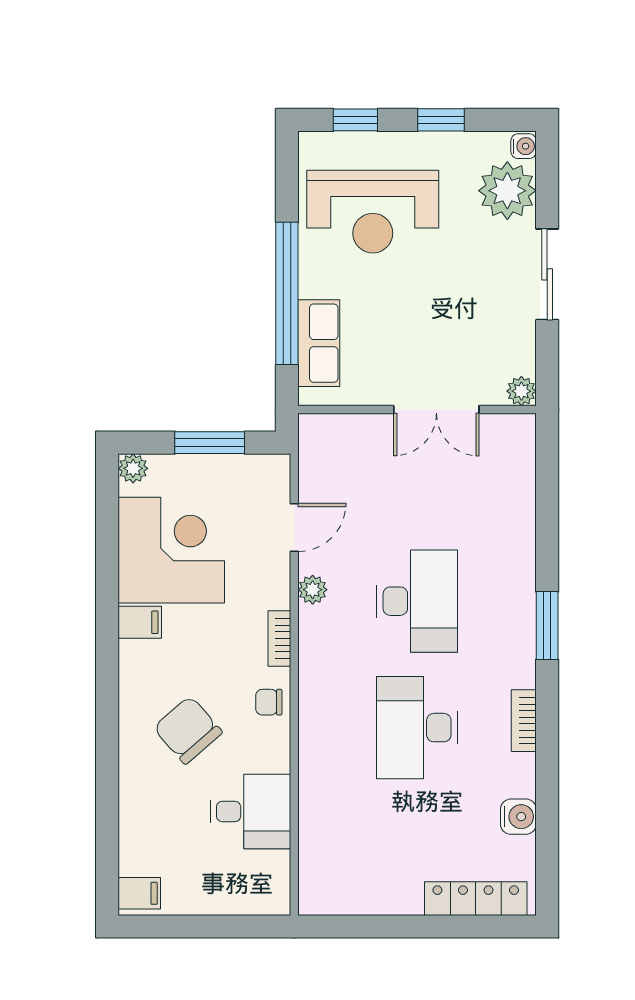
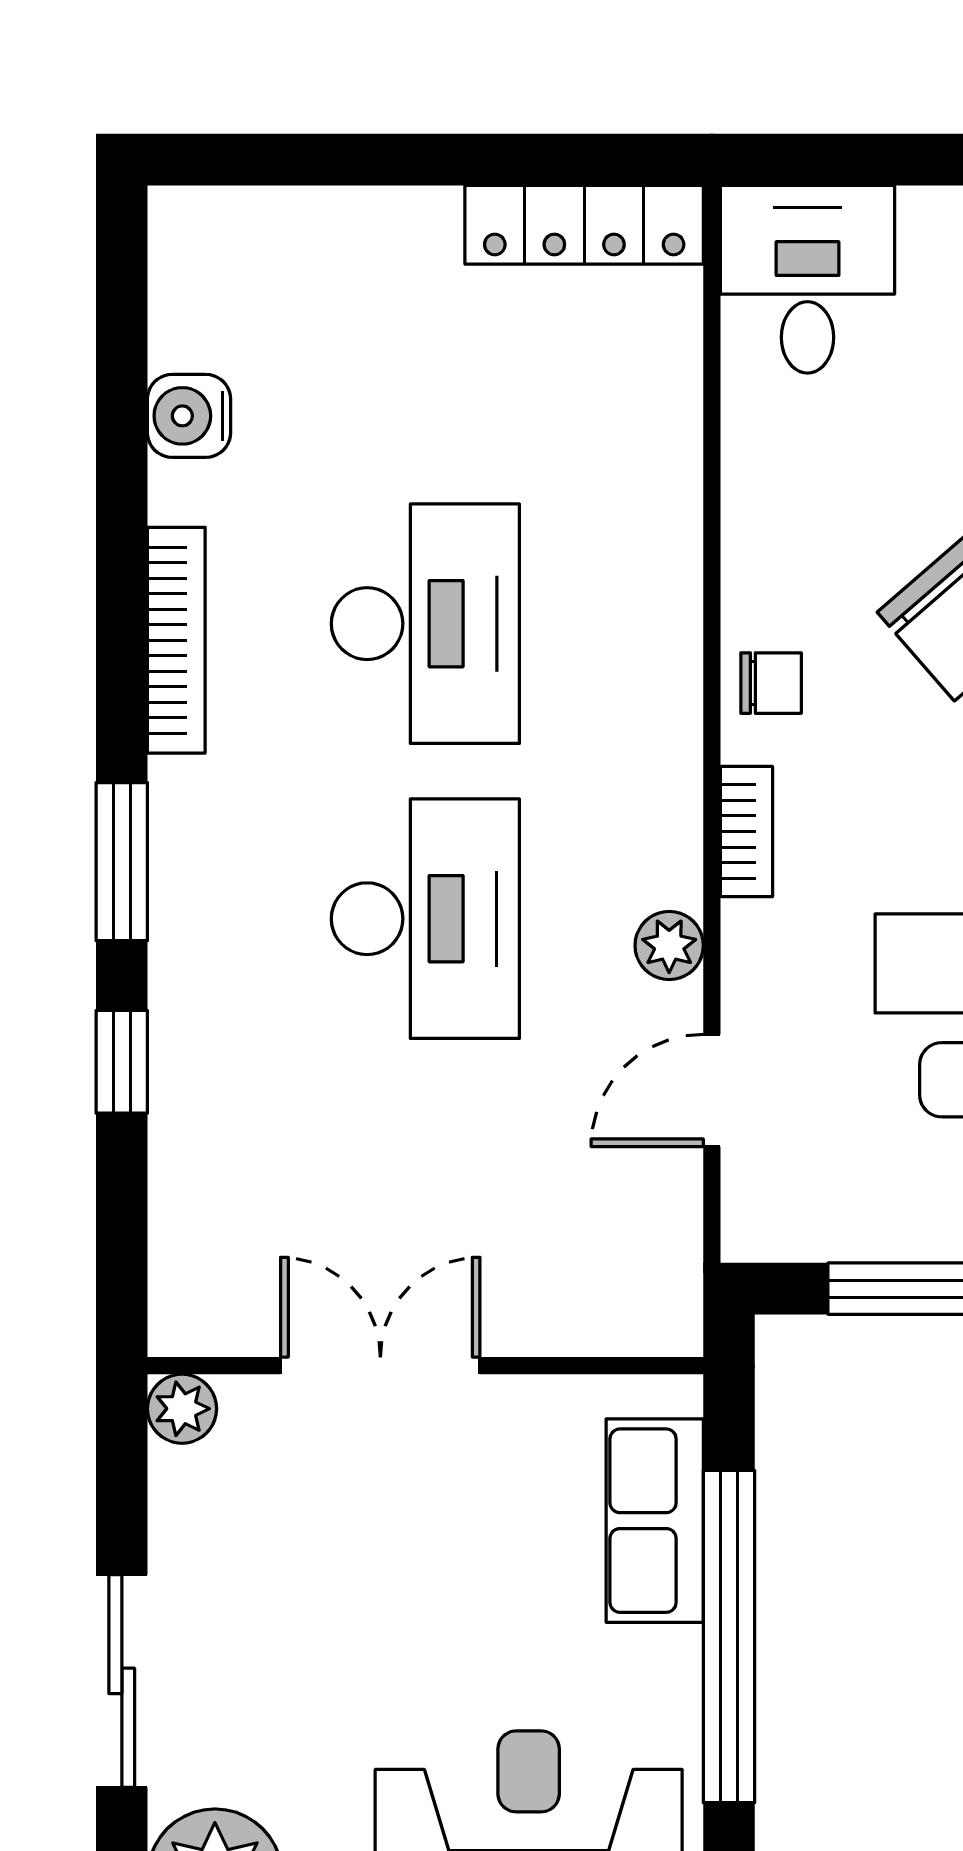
window: (547, 540) -> (122, 1062), added
desk: (417, 601) -> (425, 919), turned 180
bookcase: (524, 721) -> (176, 640), width x1.56
desk: (250, 811) -> (808, 279), moved, turned 90
locker: (476, 899) -> (584, 225), moved

